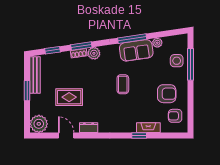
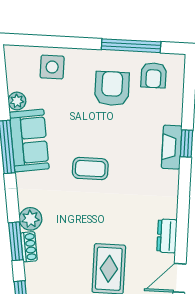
window: (190, 64) -> (131, 46), moved
fireplace: (148, 128) -> (172, 147), moved

